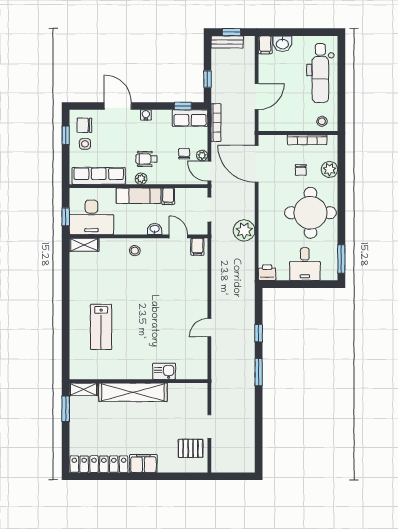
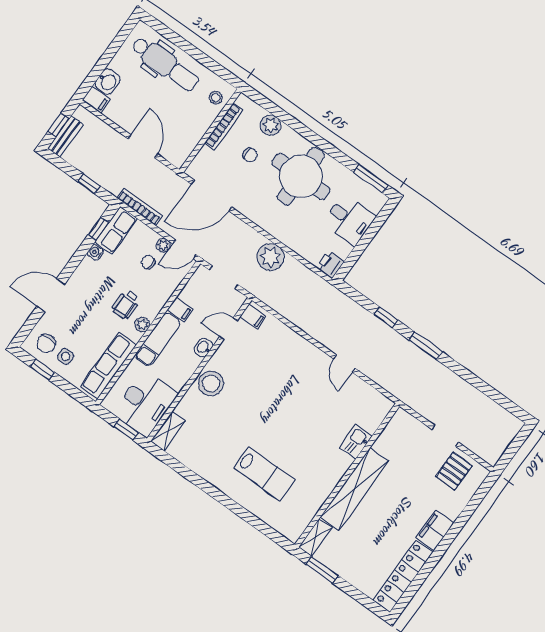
water cooler: (146, 115) -> (95, 252), moved
stool: (135, 251) -> (211, 383), width x1.89, depth x1.89

